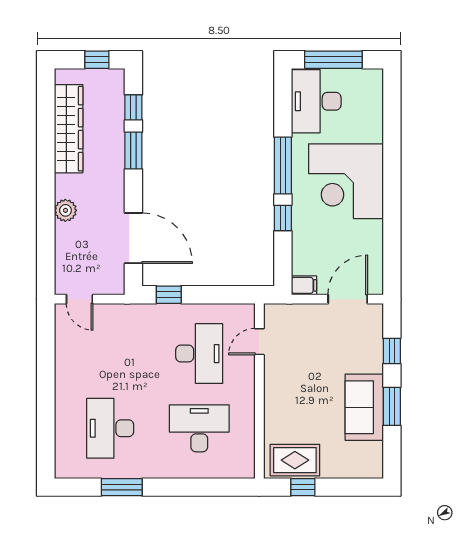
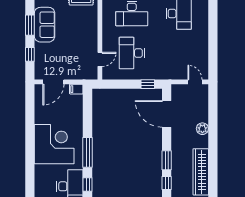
window: (283, 218) -> (88, 184), moved

